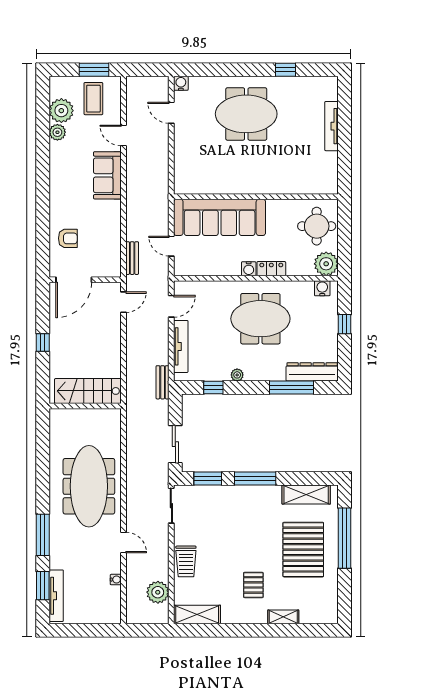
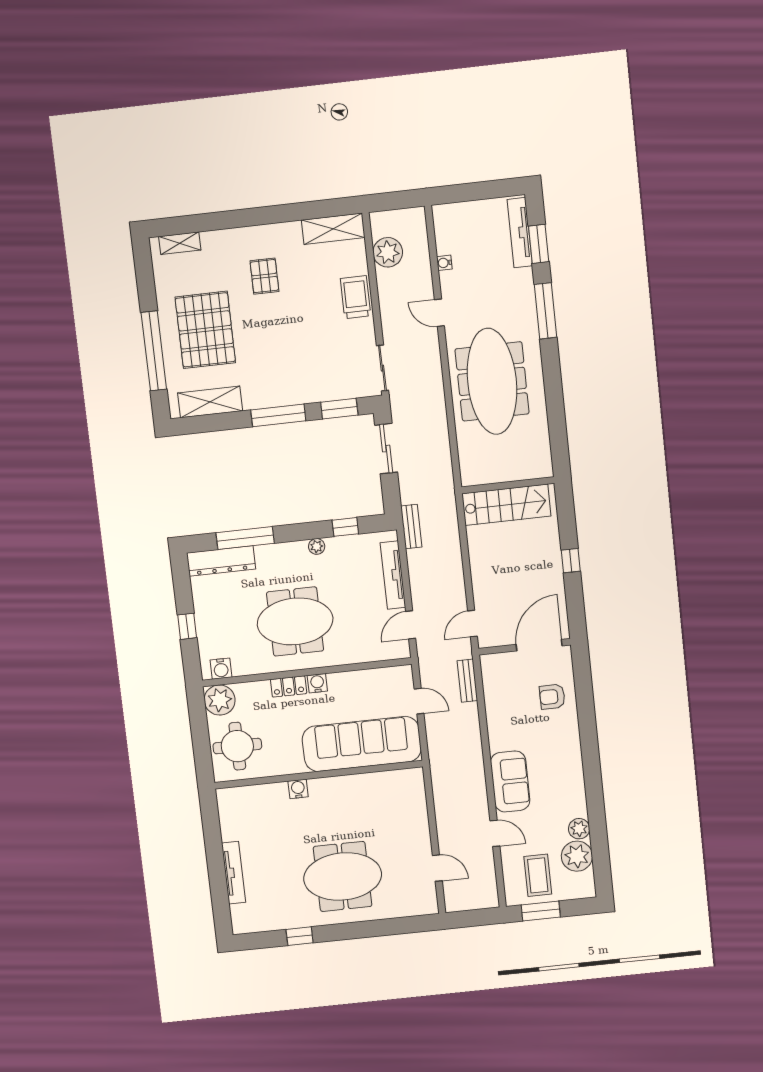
water cooler: (181, 83) -> (298, 789), moved, turned 180
shelving: (283, 617) -> (180, 243), moved

